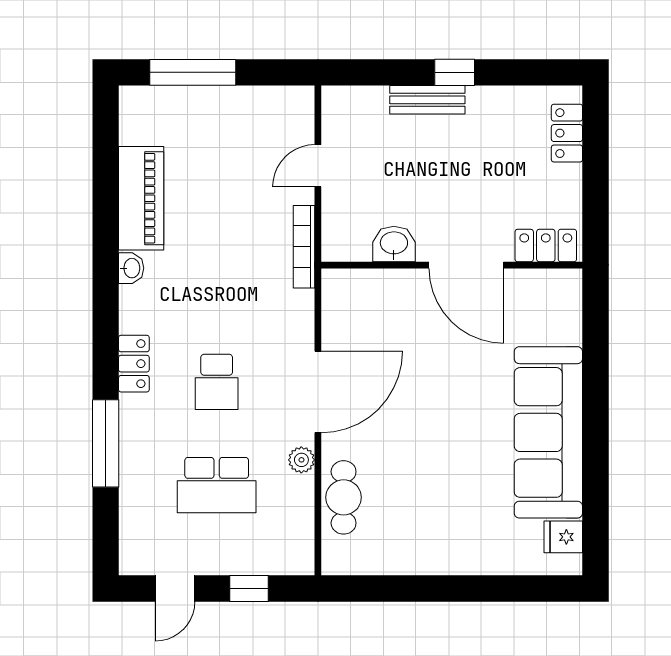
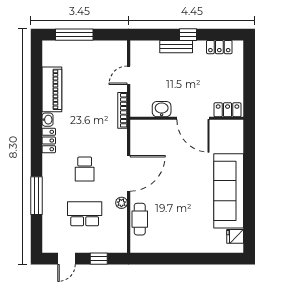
locker: (567, 133) -> (219, 47), moved, turned -90
locker: (134, 364) -> (49, 141), moved
school desk: (217, 485) -> (85, 214), turned 180

